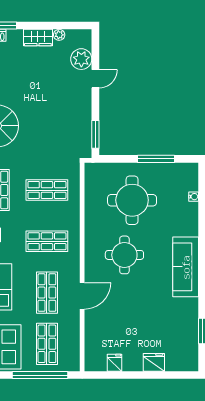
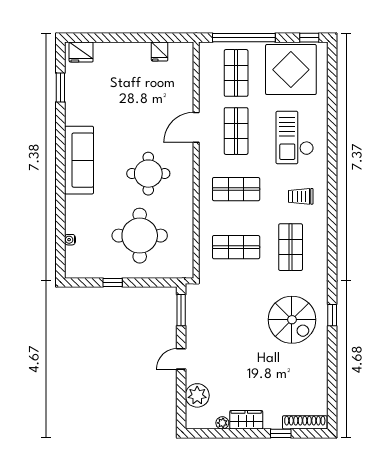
door: (95, 79) -> (181, 359), moved
window: (156, 159) -> (113, 282), width x0.46
fridge: (154, 362) -> (81, 52), moved

